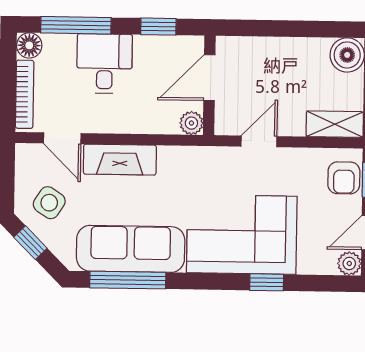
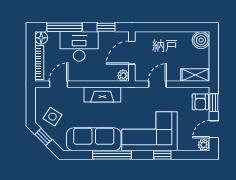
desk: (104, 64) -> (79, 46), width x1.37
door: (62, 138) -> (59, 84), swing flipped
fireplace: (120, 160) -> (102, 95), moved
window: (128, 280) -> (112, 155), moved

